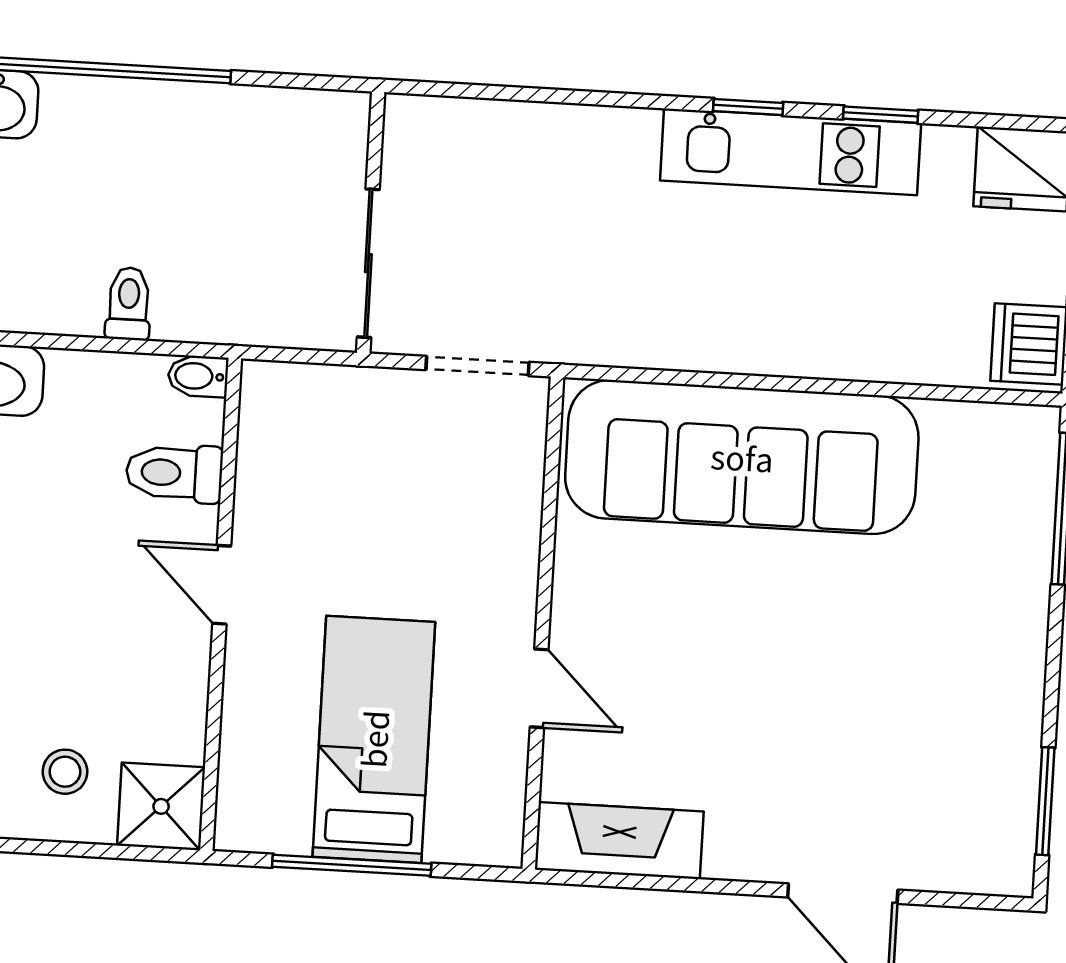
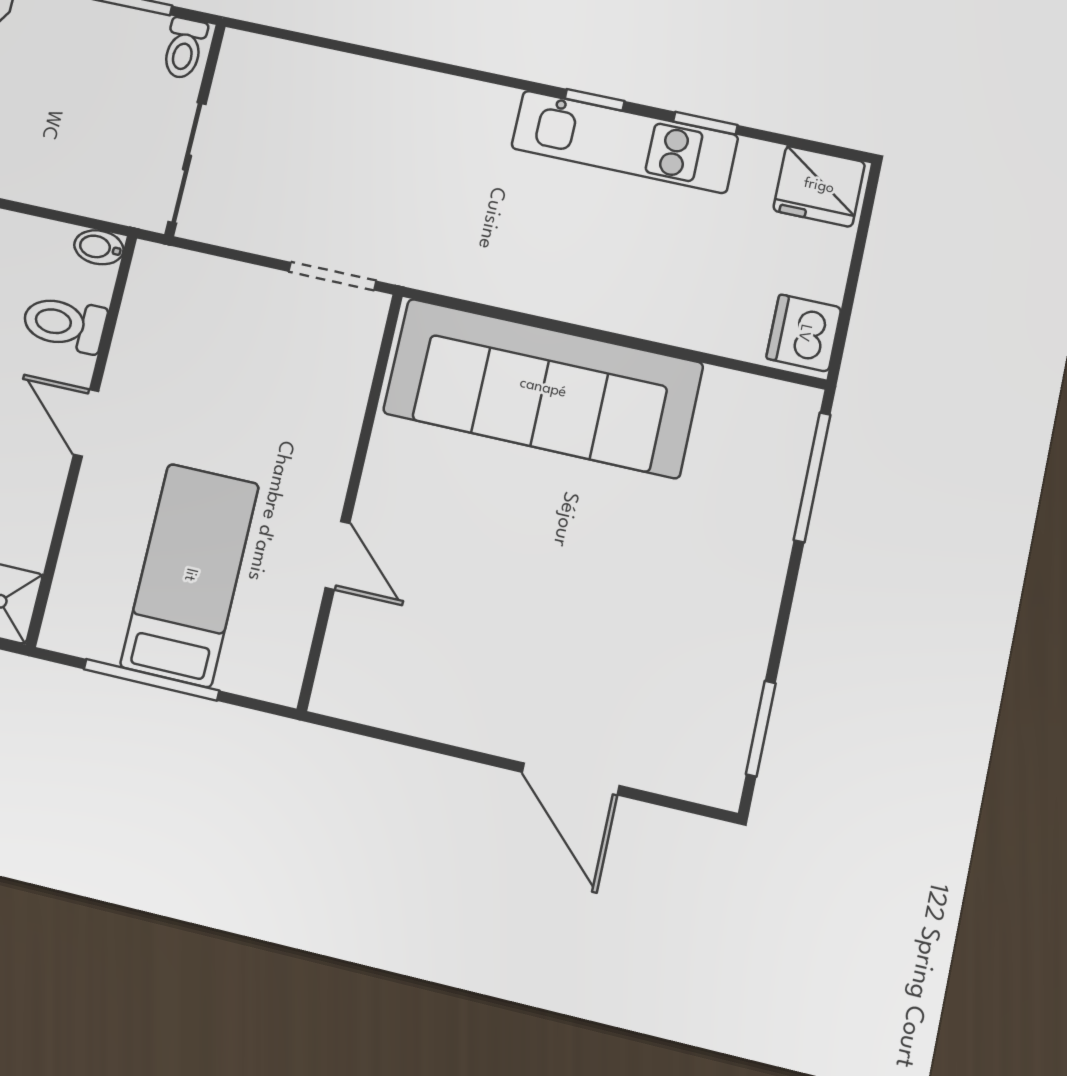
wall: (371, 222) -> (195, 130), moved
sliding door: (368, 263) -> (187, 163), moved
toilet: (129, 304) -> (184, 48), moved, turned 180
fireplace: (619, 841) -> (384, 698), removed

